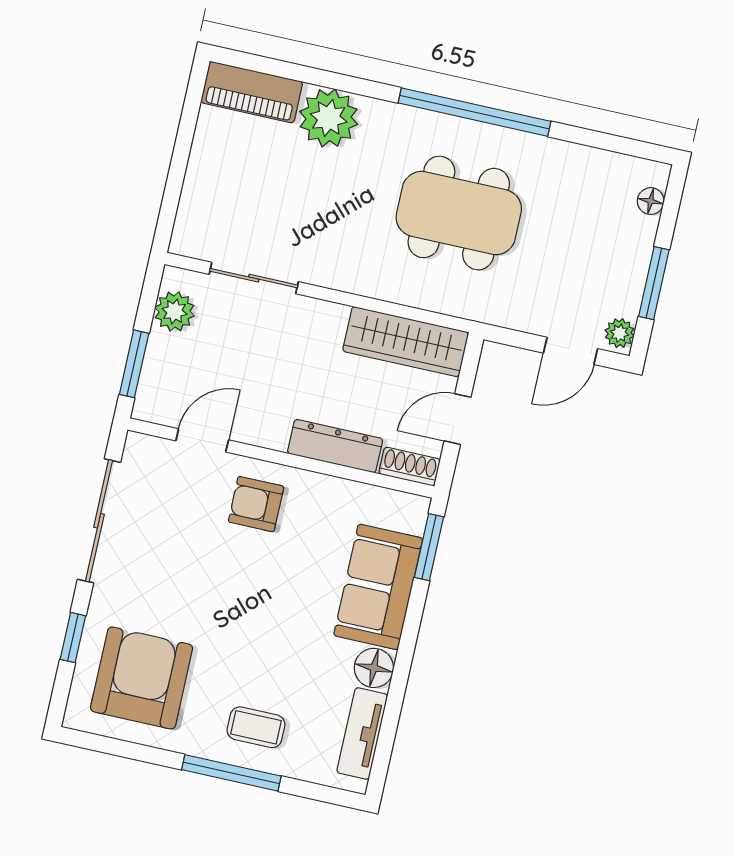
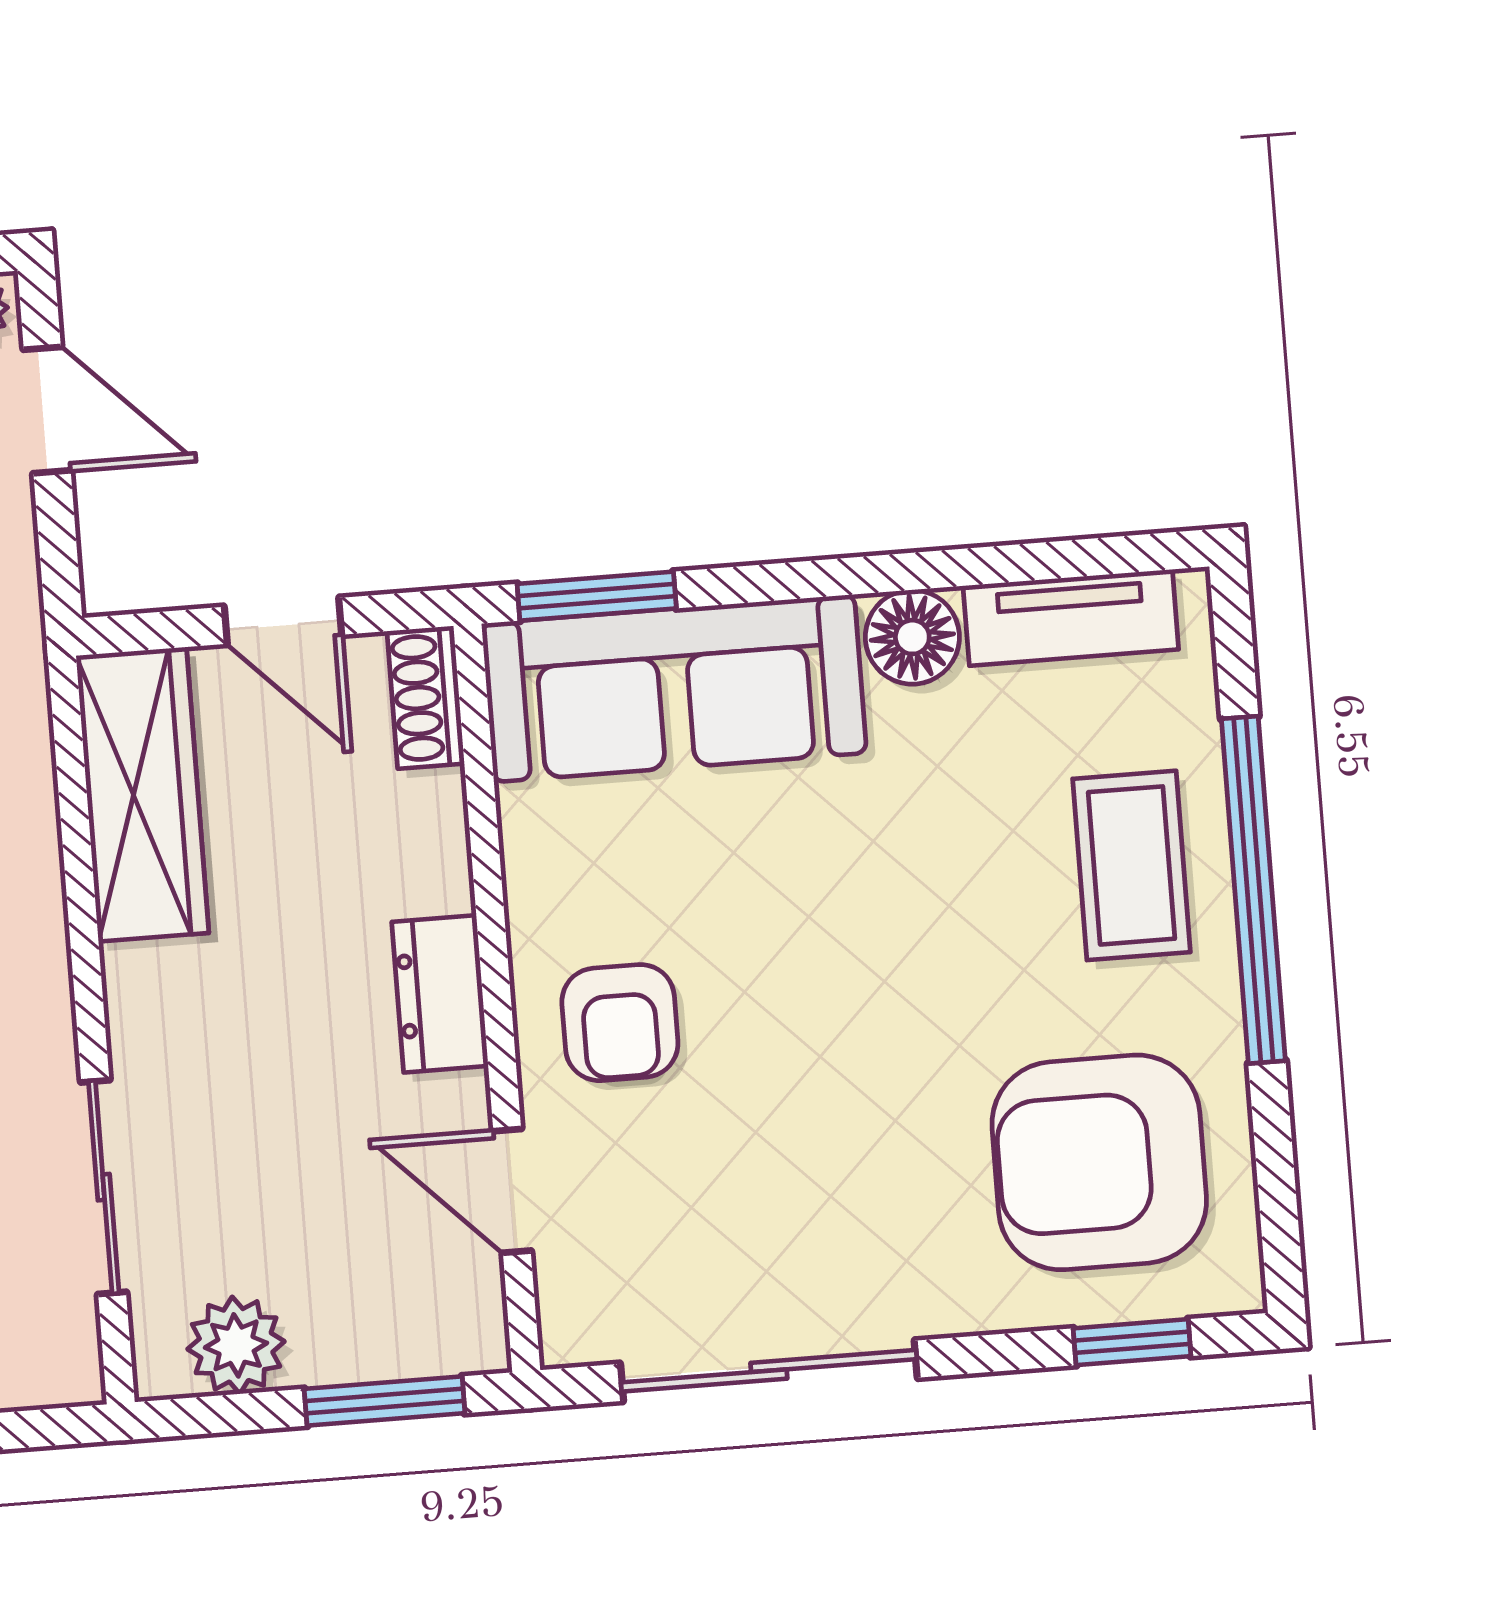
dresser: (335, 446) -> (440, 994), moved, width x0.70
sofa: (378, 587) -> (674, 688), width x1.36
window: (73, 638) -> (1132, 1342), moved
coffee table: (256, 727) -> (1132, 865), width x1.36, depth x1.30
window: (231, 773) -> (1253, 890), width x1.46

